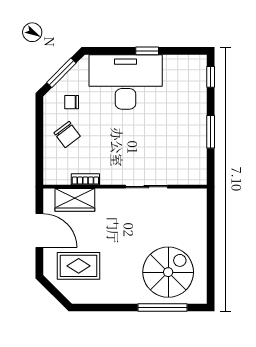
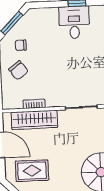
desk: (126, 82) -> (74, 22), width x0.53, depth x0.77
wardrobe: (75, 200) -> (34, 120), width x1.50

